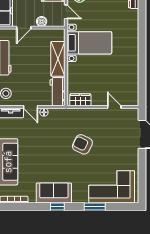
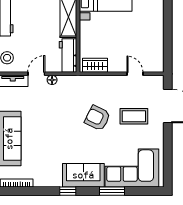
door: (31, 107) -> (36, 74), swing flipped
coffee table: (113, 143) -> (134, 116), added
sofa: (54, 193) -> (83, 175), moved

